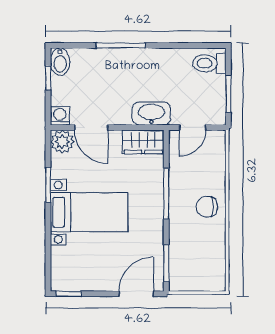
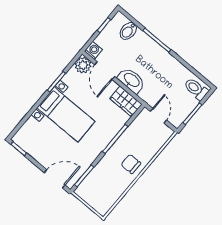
bidet: (60, 62) -> (128, 31), moved
washbasin: (151, 114) -> (131, 80), moved
door: (193, 128) -> (158, 116), swing flipped

